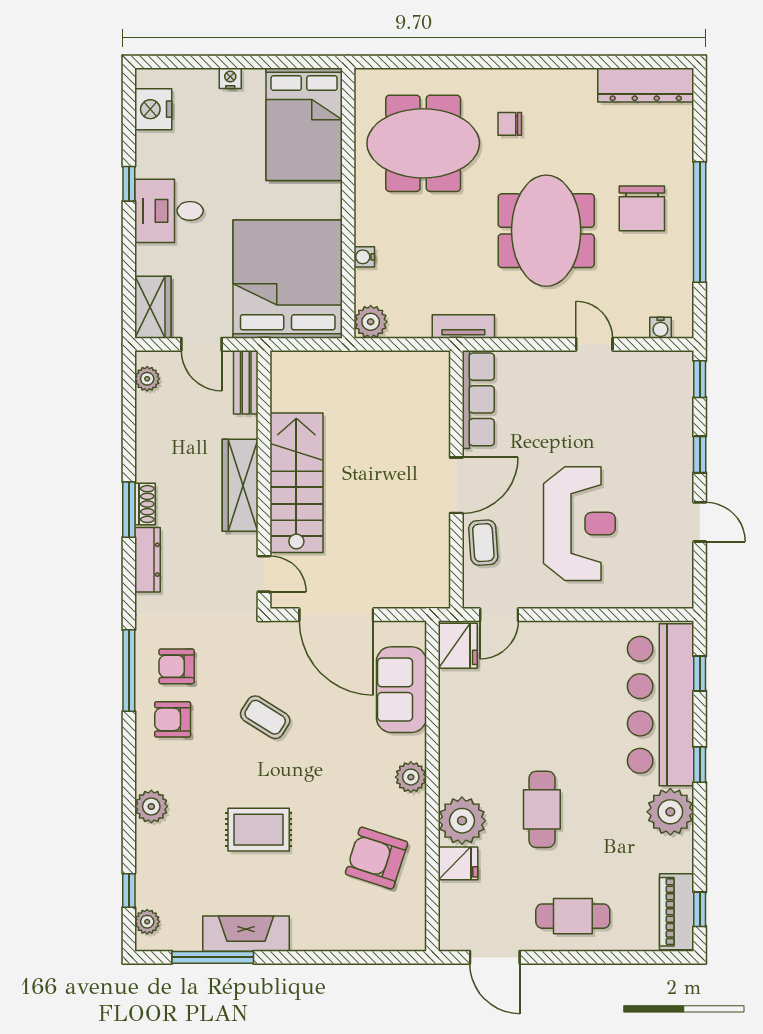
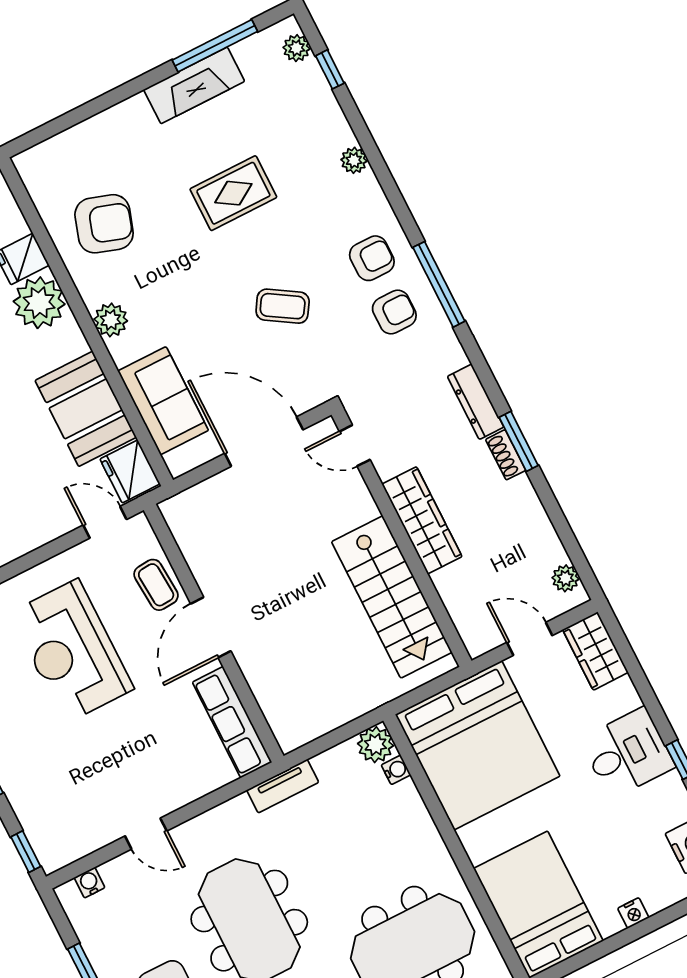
water cooler: (364, 257) -> (396, 770), moved
bench: (246, 382) -> (467, 624), removed
stairs: (296, 483) -> (392, 597), moved
door: (499, 615) -> (105, 522), hinge flipped
booth: (468, 715) -> (86, 409), added
plant: (151, 806) -> (354, 160), width x0.73, depth x0.73

